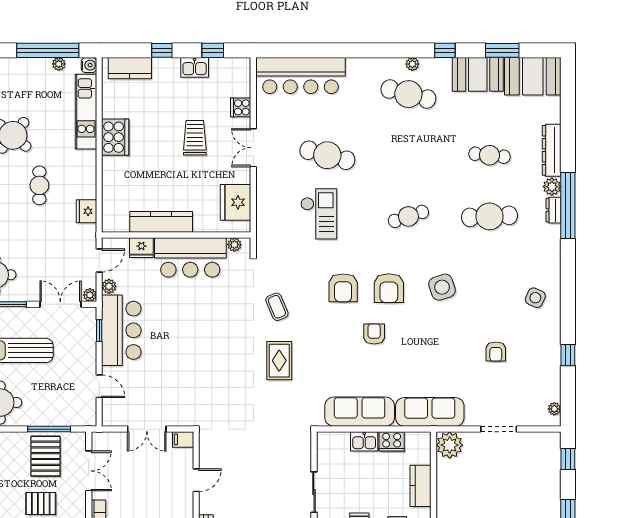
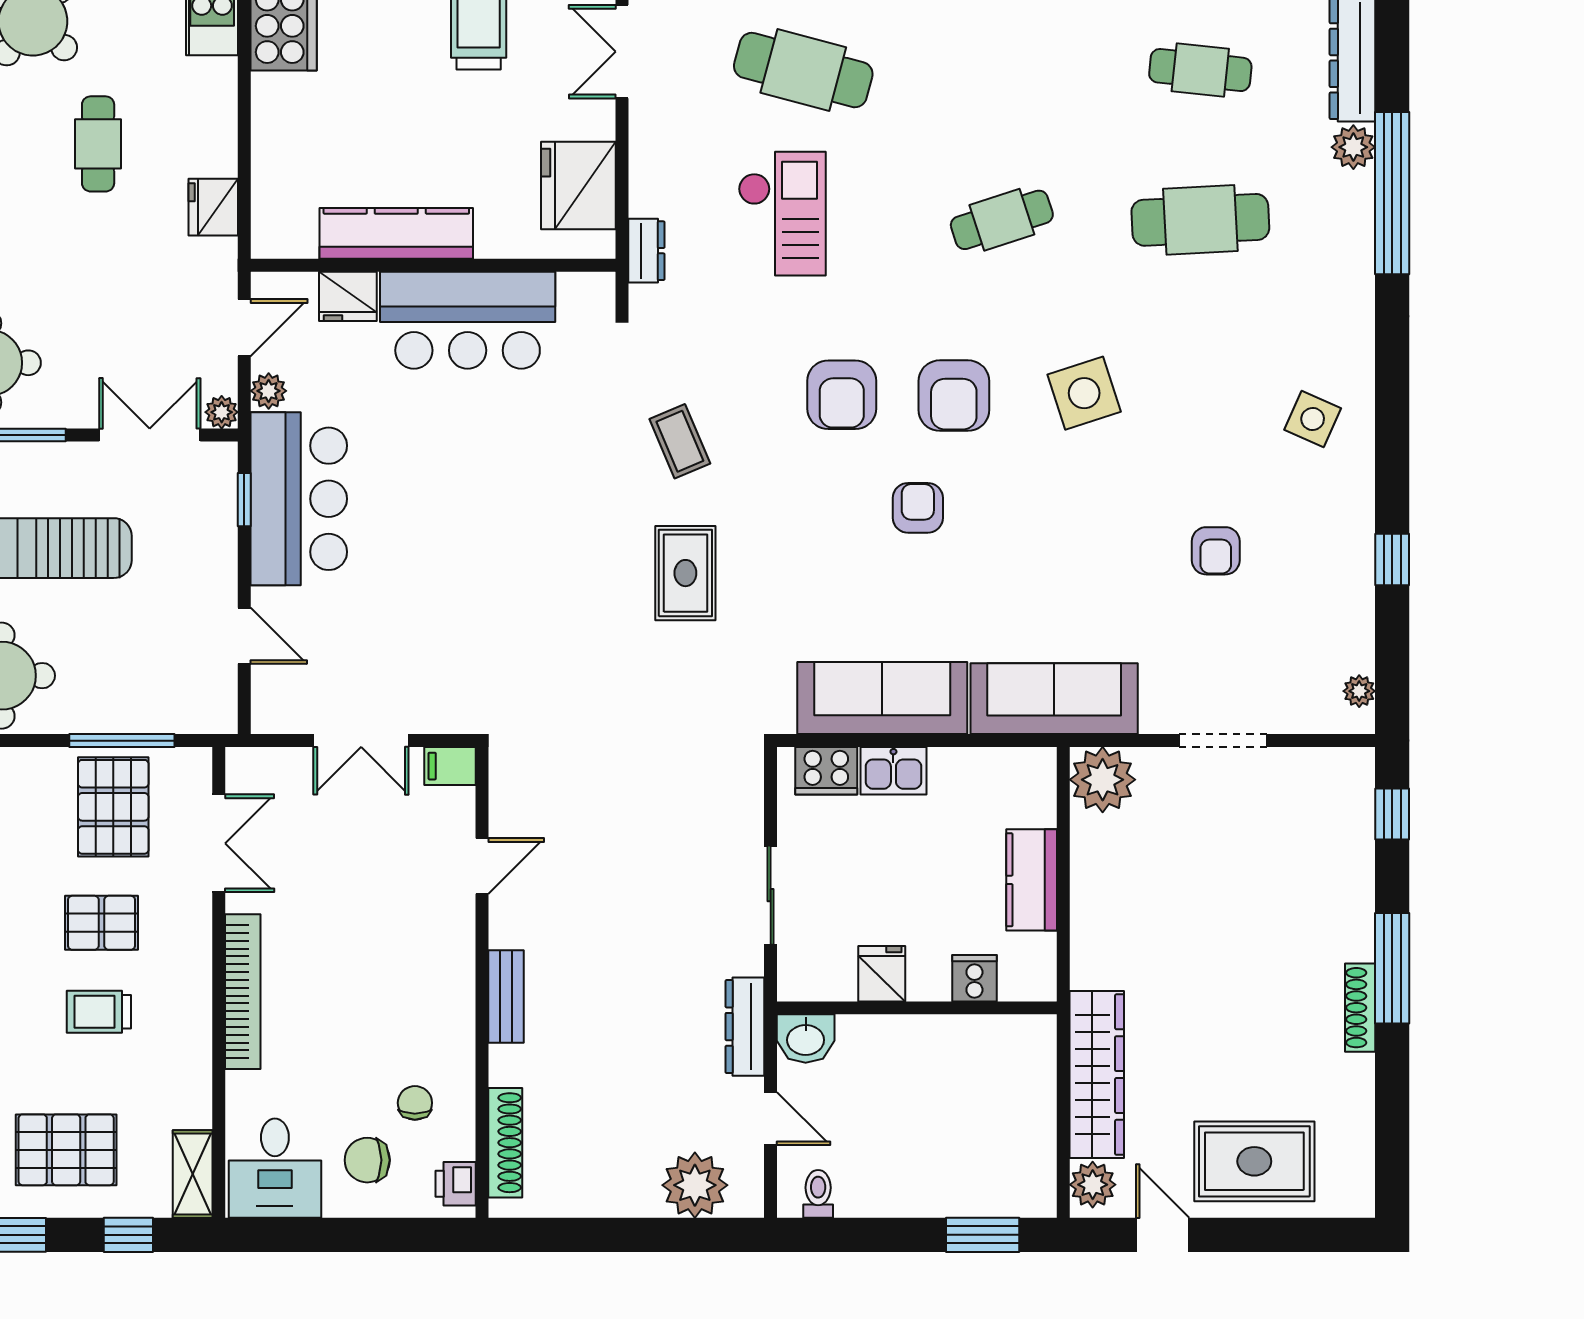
dresser: (554, 210) -> (646, 251), moved, turned 180
plant: (234, 245) -> (576, 289), removed
cooker: (392, 441) -> (826, 771), moved

